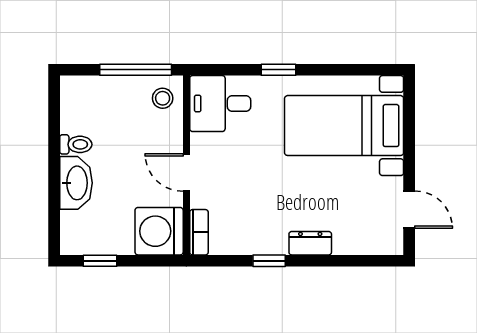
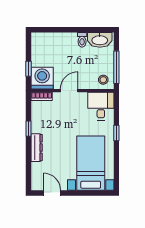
washbasin: (76, 183) -> (100, 40), moved
door: (409, 210) -> (52, 193), swing flipped
dresser: (310, 243) -> (37, 148), width x1.44
window: (100, 261) -> (29, 69), moved

